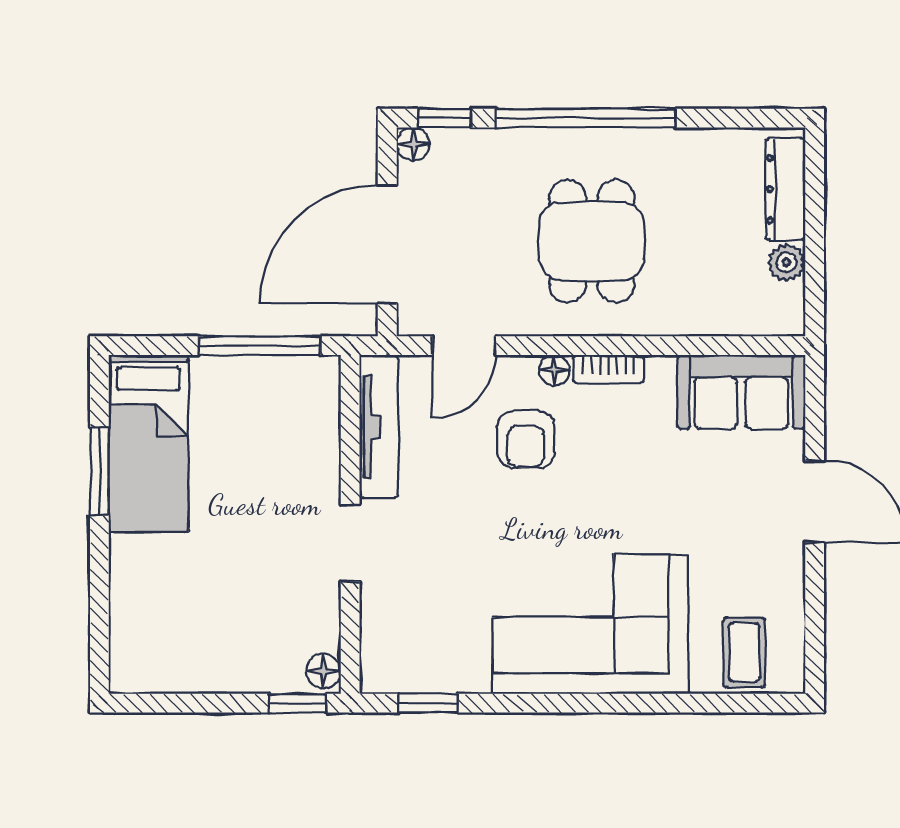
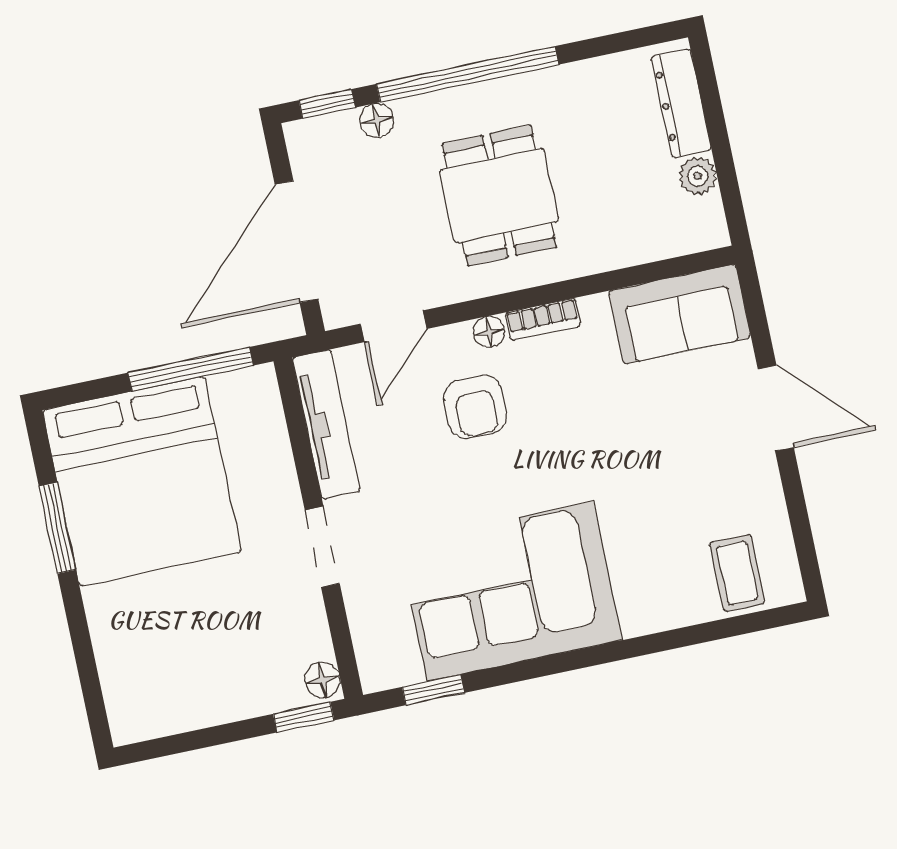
floor lamp: (413, 144) -> (377, 120), moved
bed: (148, 443) -> (142, 481), width x2.04
corner sofa: (590, 624) -> (510, 591), moved

